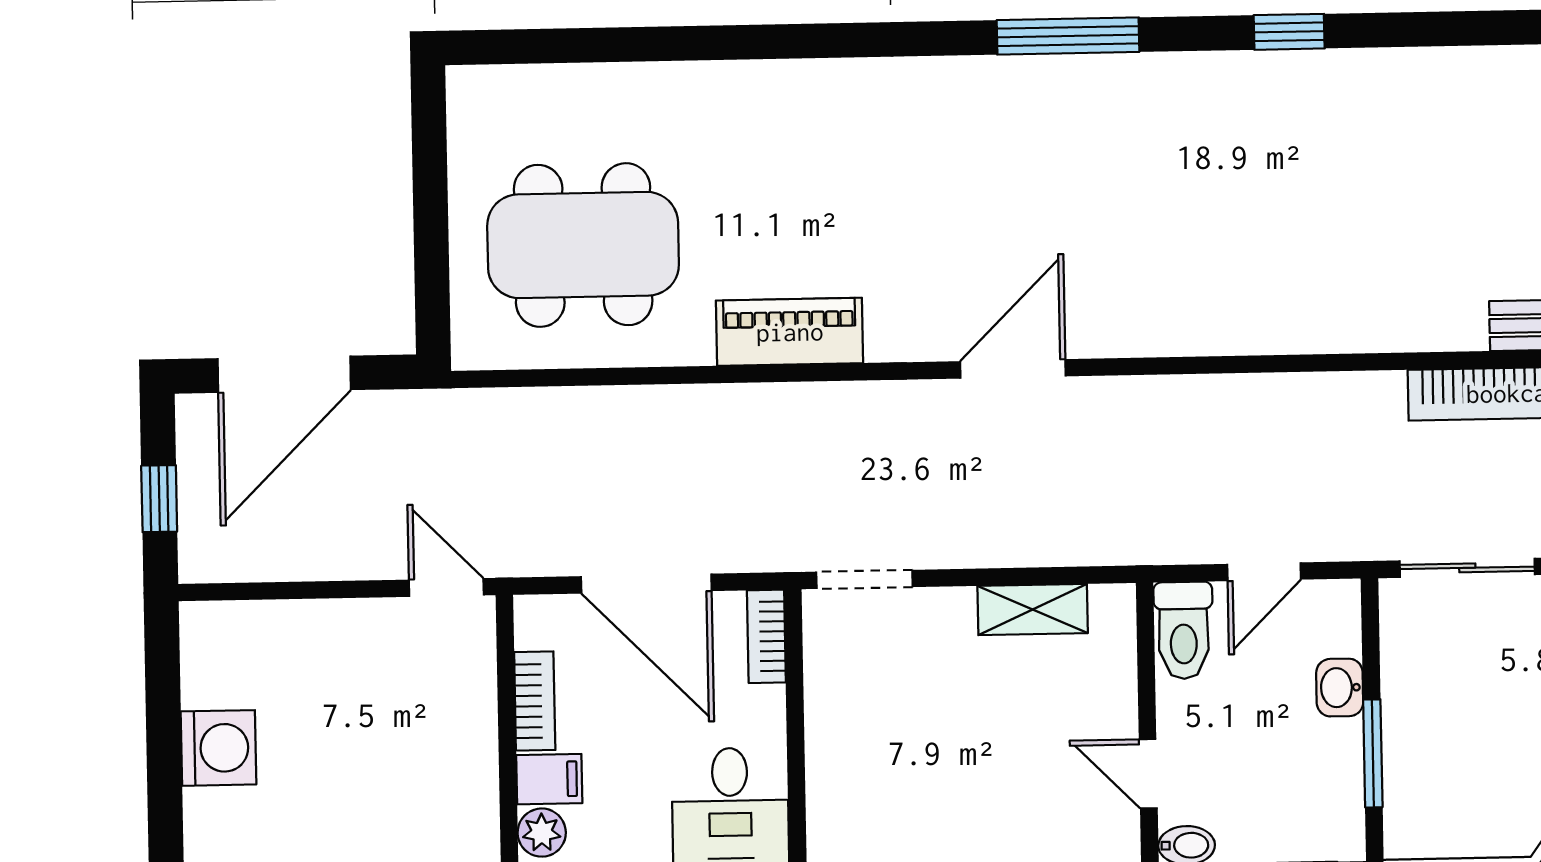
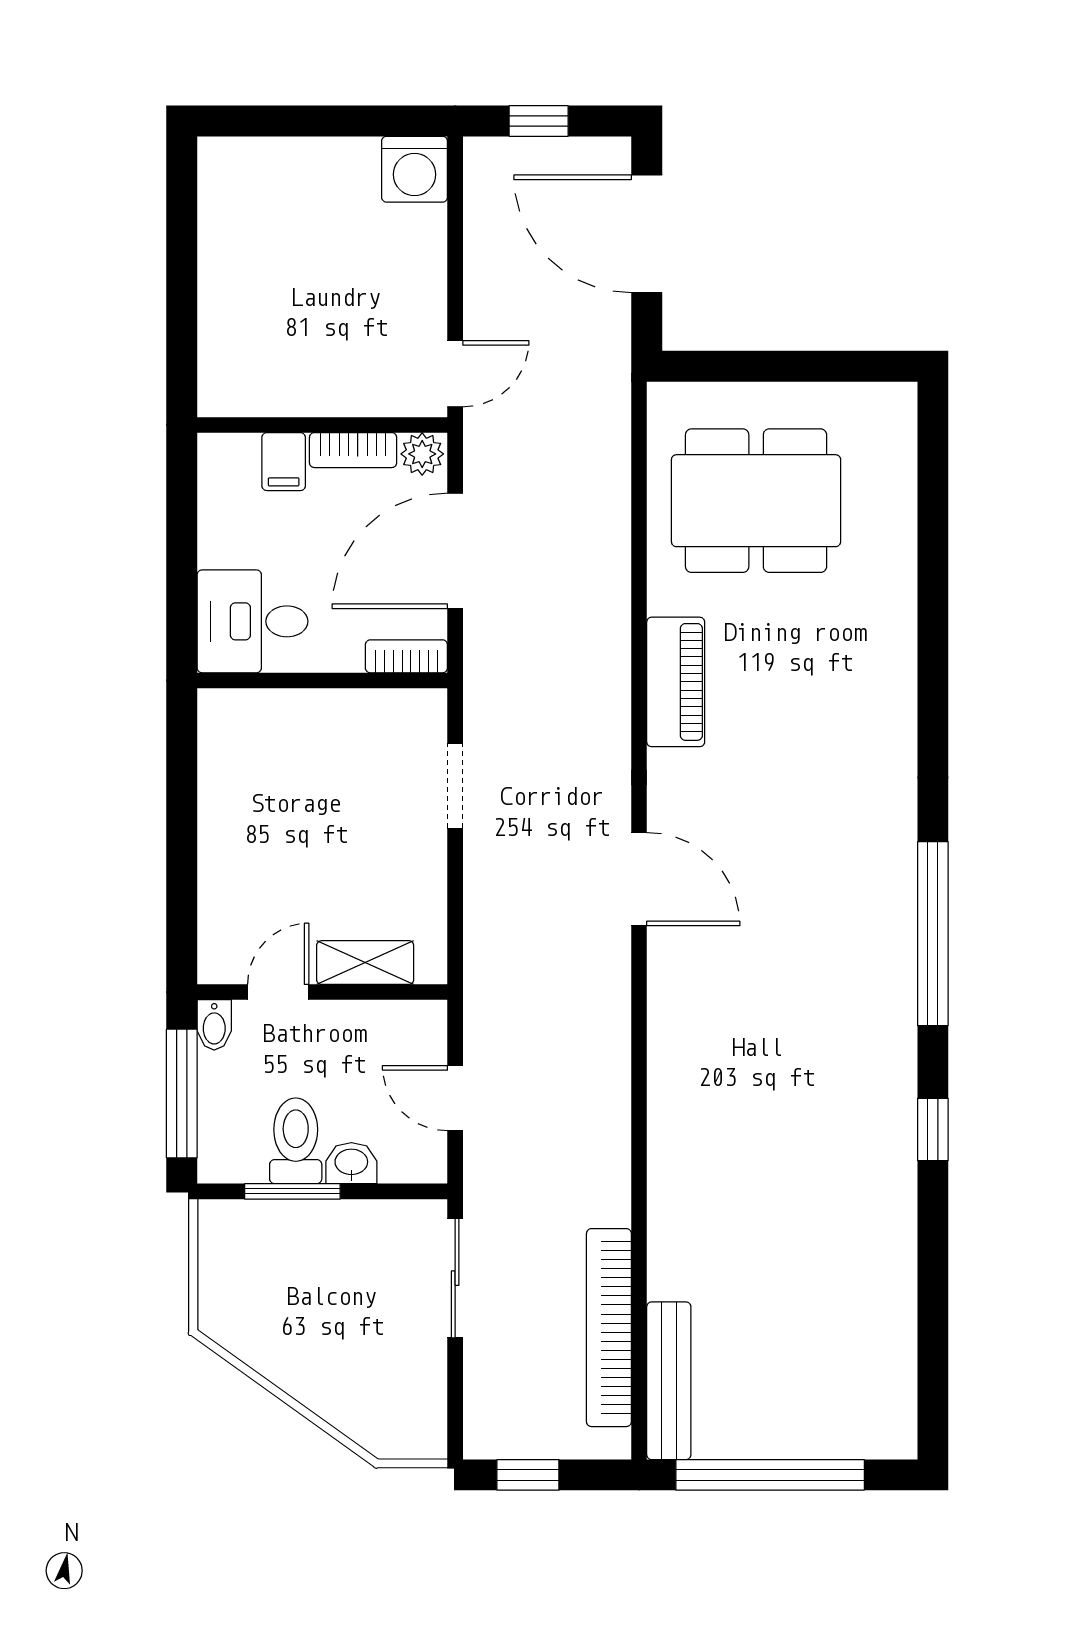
window: (1068, 36) -> (933, 934), width x1.46
dining table: (583, 245) -> (756, 501), turned 90
doorway: (864, 579) -> (455, 786), moved
shelving: (1033, 610) -> (365, 963), moved, turned 90
toilet: (1184, 630) -> (296, 1141), moved, turned 90
washing machine: (218, 748) -> (415, 169), moved
plant: (542, 833) -> (422, 454), moved

